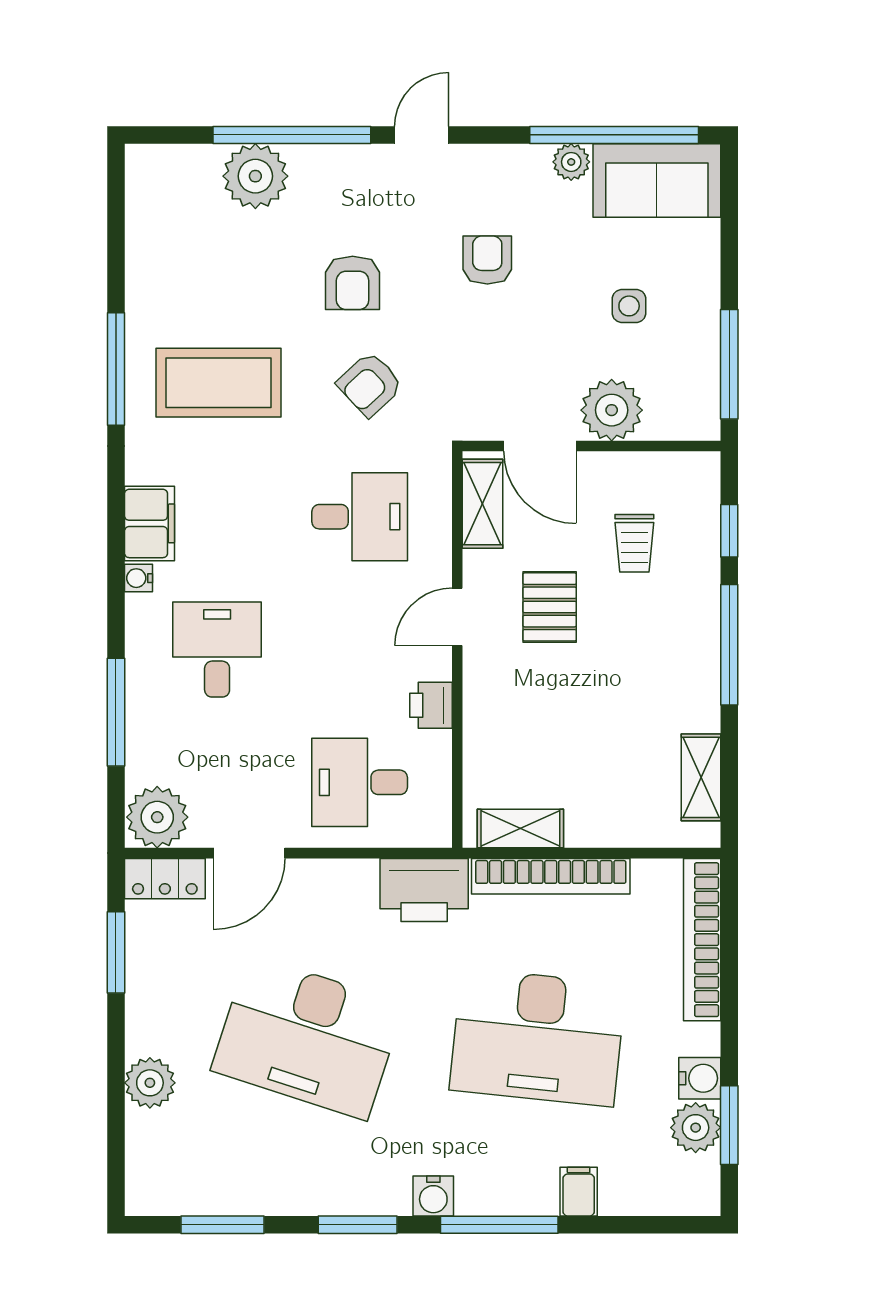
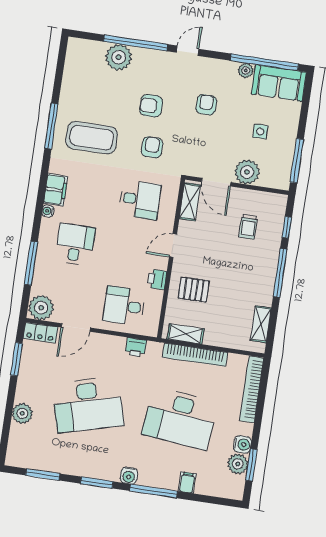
armchair: (353, 283) -> (151, 106), turned 90
armchair: (370, 384) -> (152, 147), turned 133
pallet: (550, 607) -> (194, 290), moved, turned 90
printer: (424, 890) -> (136, 347), width x0.53, depth x0.68
desk: (308, 1037) -> (88, 405), turned -33

